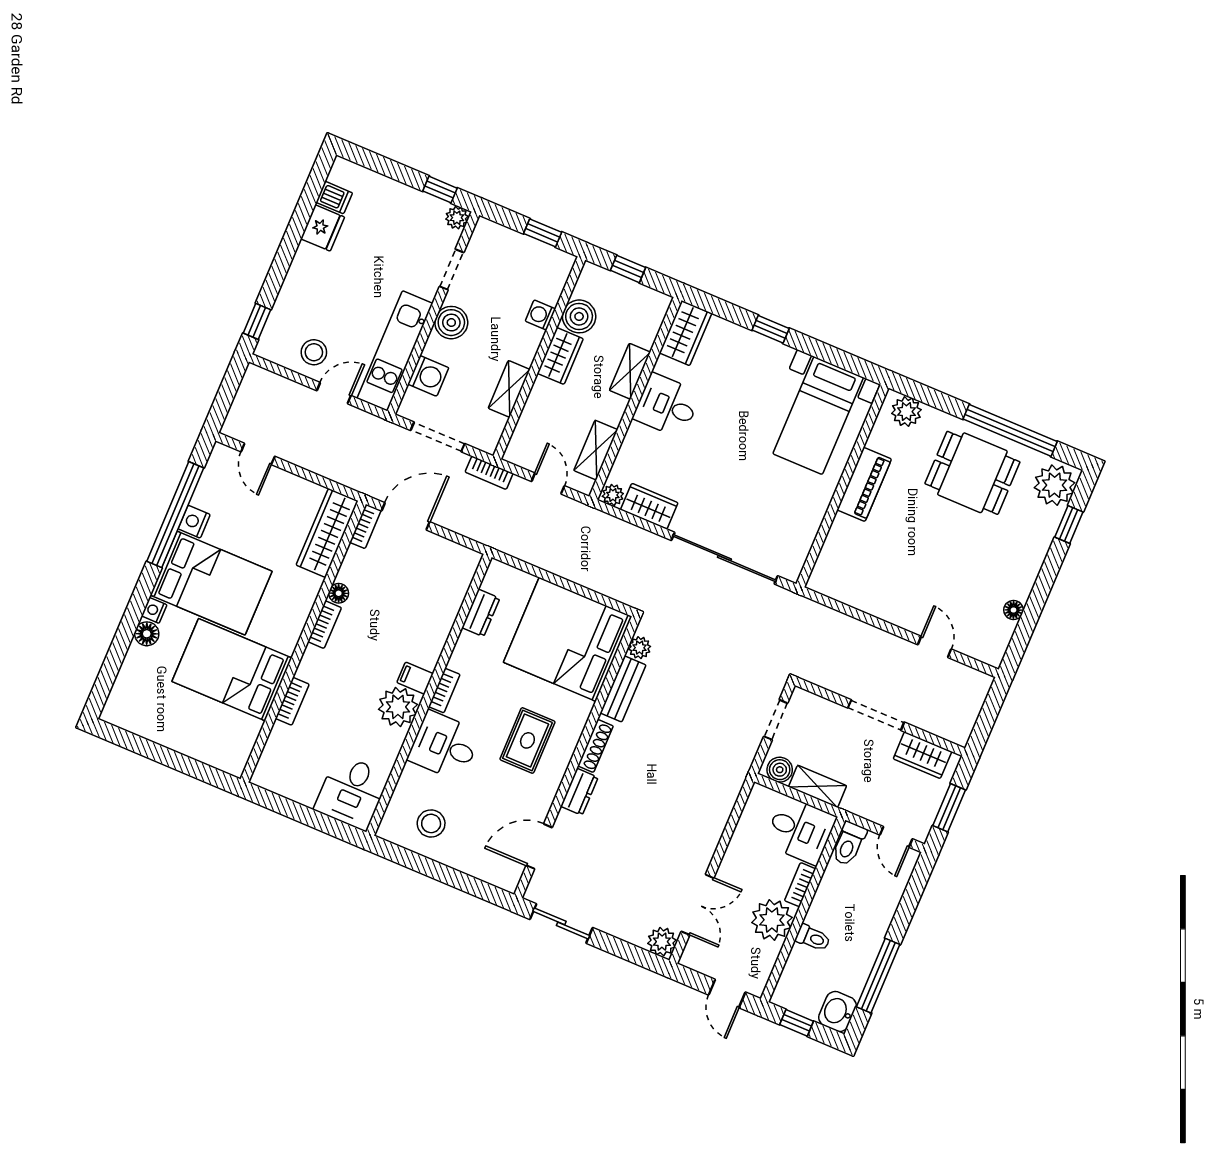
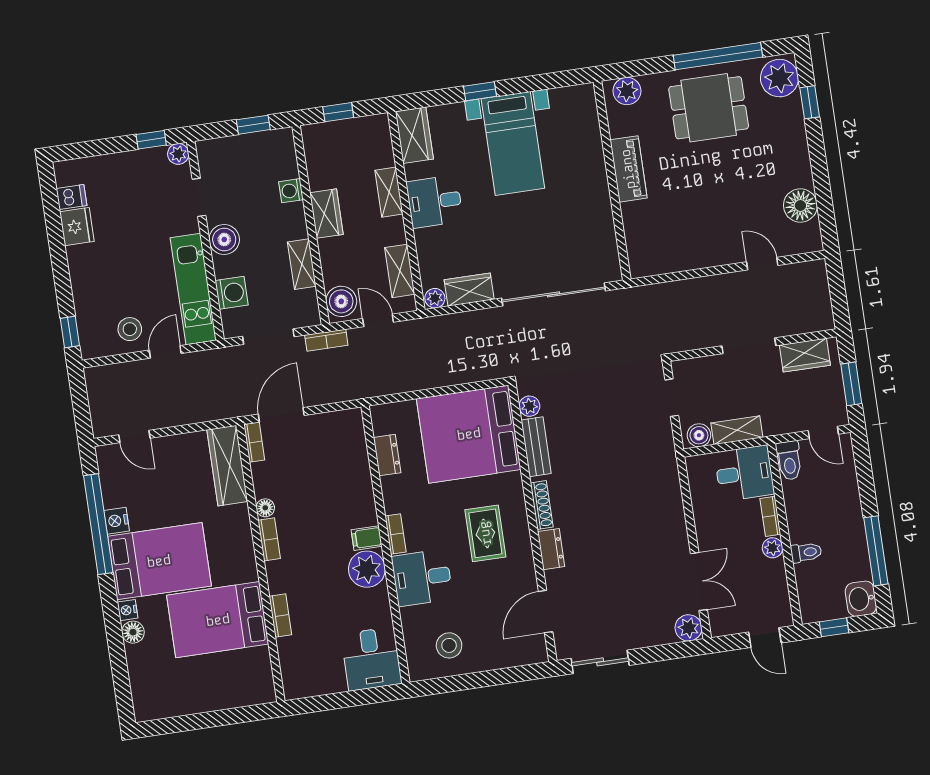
boiler: (579, 316) -> (341, 301), moved
bed with nightstands: (818, 416) -> (513, 143), moved
floor lamp: (1013, 610) -> (800, 205), width x1.89, depth x1.89
plant: (772, 920) -> (773, 548), width x0.53, depth x0.53

